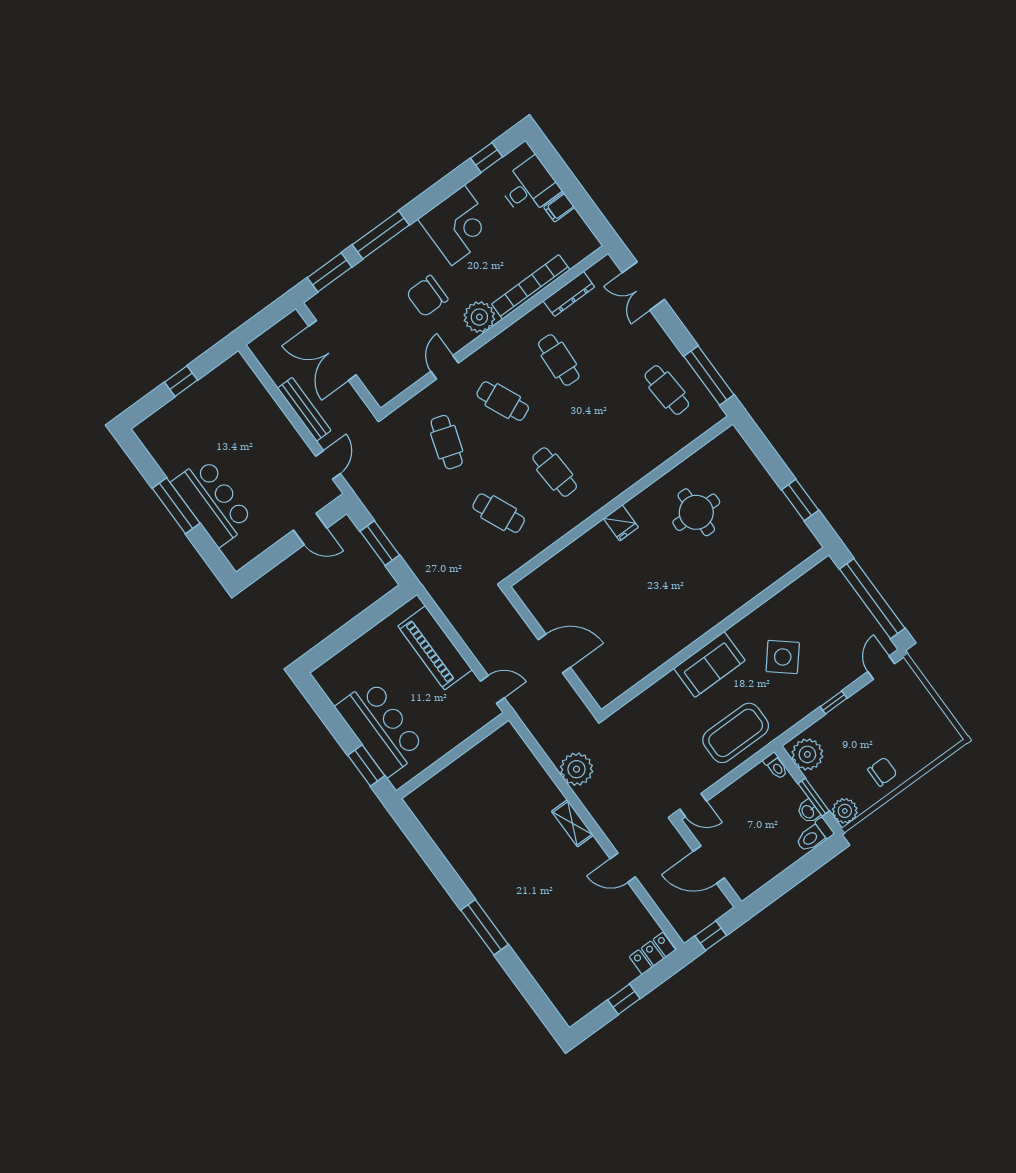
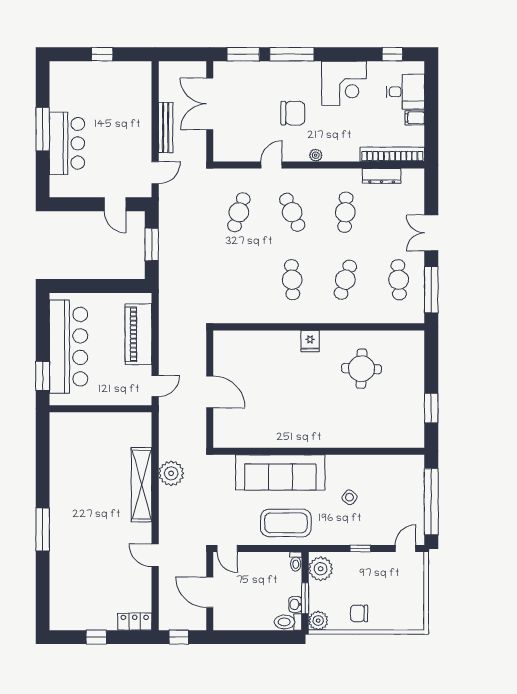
double door: (643, 286) -> (431, 233), moved
bookcase: (531, 287) -> (392, 154), moved
chair: (427, 296) -> (293, 113), turned 180
plant: (479, 317) -> (316, 155), width x0.53, depth x0.53
cafe table: (499, 513) -> (345, 280), moved, turned 42
side table: (783, 657) -> (349, 497), width x0.54, depth x0.54
sofa: (709, 664) -> (280, 472), width x1.85, depth x1.27
door: (492, 689) -> (155, 386), hinge flipped
bar counter: (380, 728) -> (69, 347), width x1.36
chair: (882, 772) -> (359, 613), turned 180
shelving: (572, 823) -> (142, 485), width x2.20, depth x1.33

